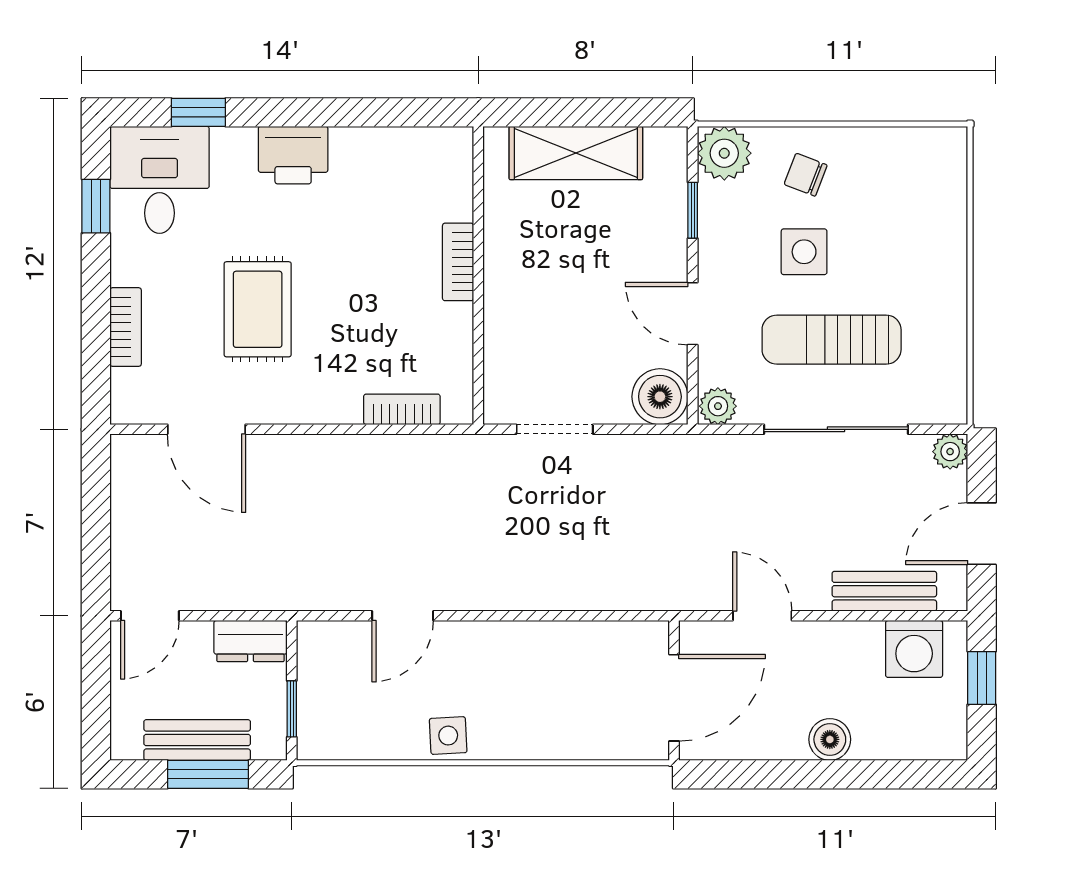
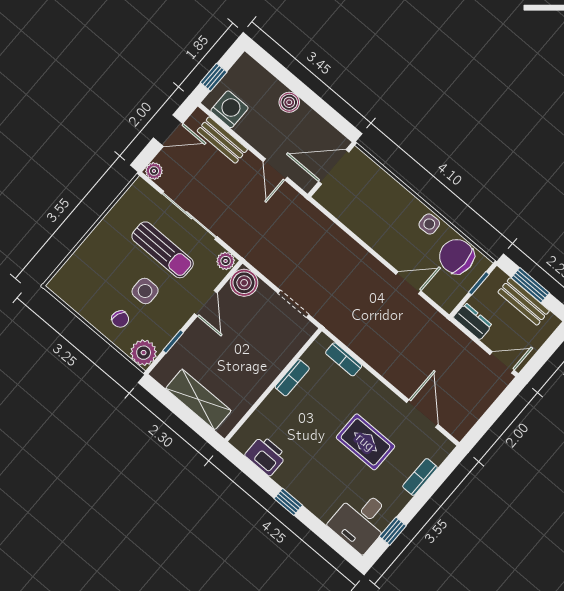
window: (198, 112) -> (288, 502), moved
printer: (293, 155) -> (266, 455), moved
bookcase: (458, 262) -> (292, 378), moved
rug: (258, 309) -> (365, 442), turned 90
chair: (362, 721) -> (457, 256), added

